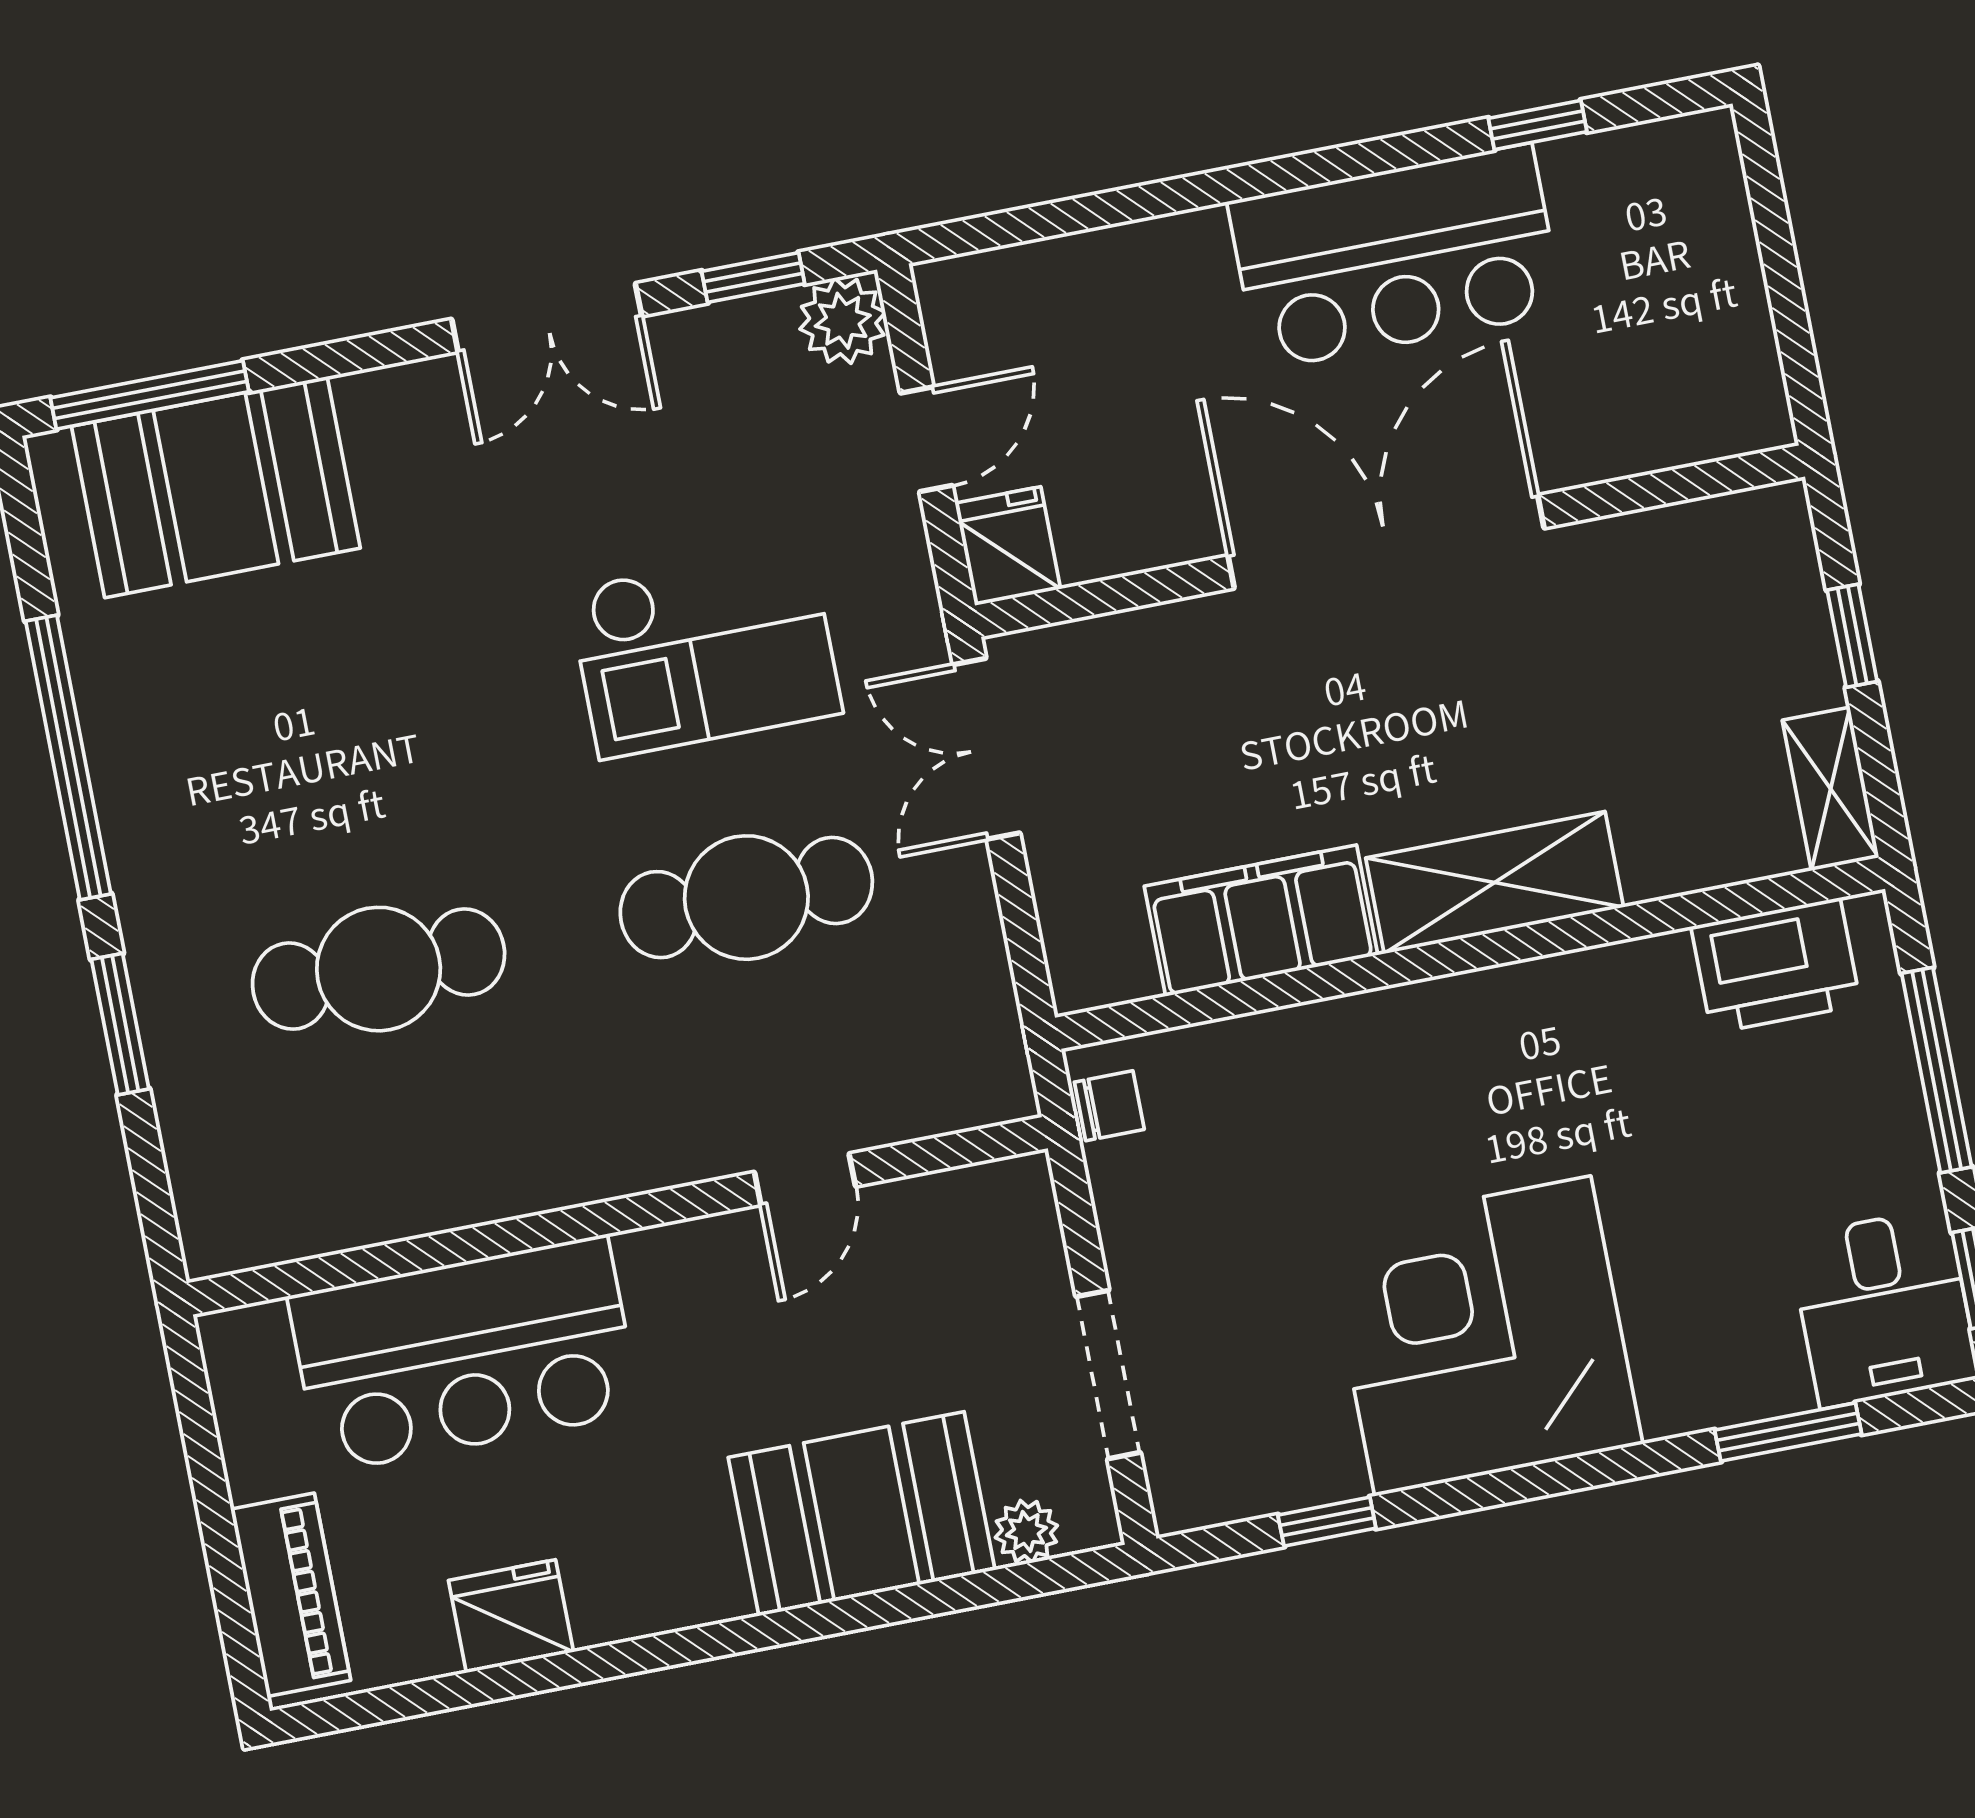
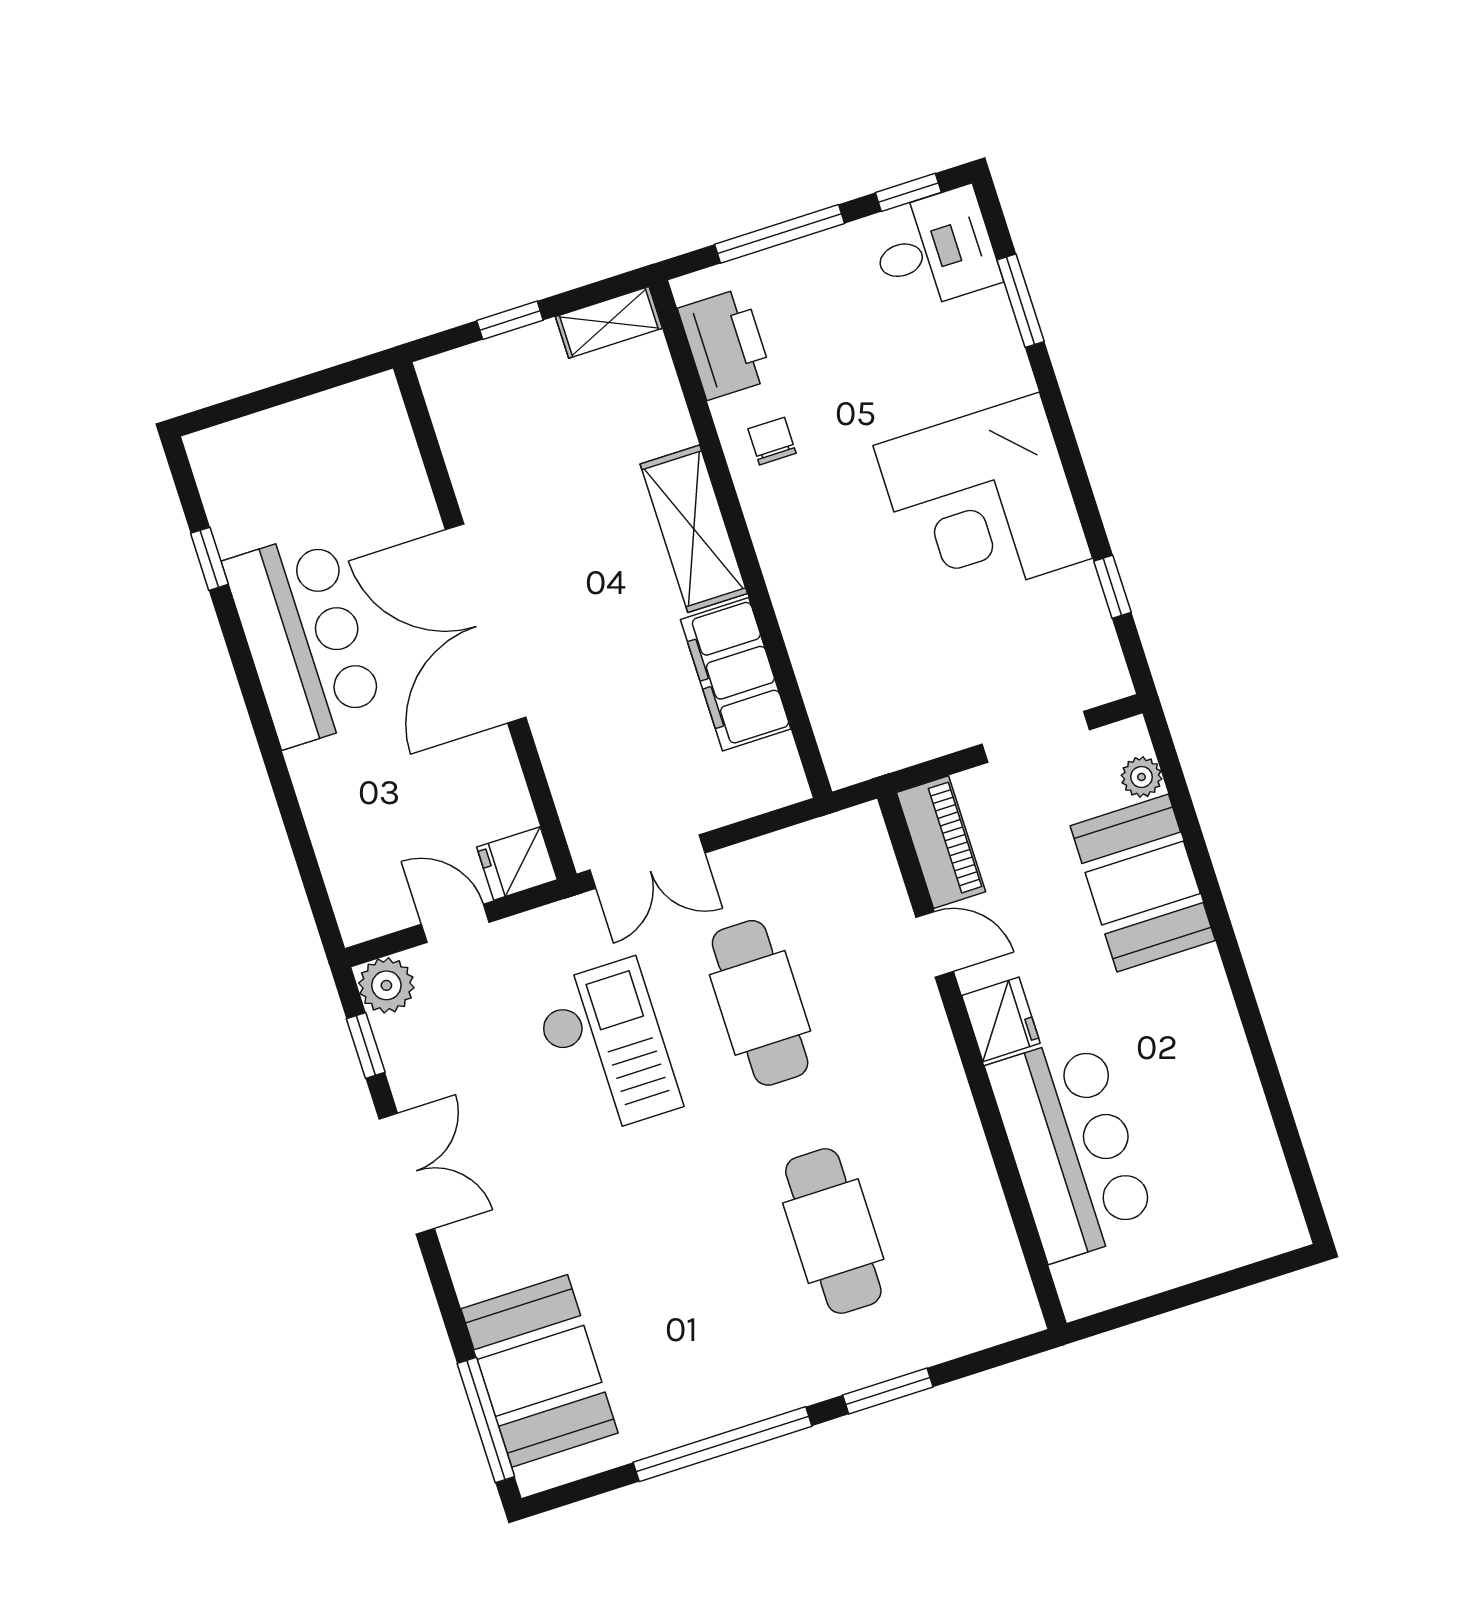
chair: (1109, 1106) -> (772, 441), moved
piano: (291, 1595) -> (941, 842), moved, turned 90
fridge: (511, 1616) -> (1001, 1019), moved, turned 180

